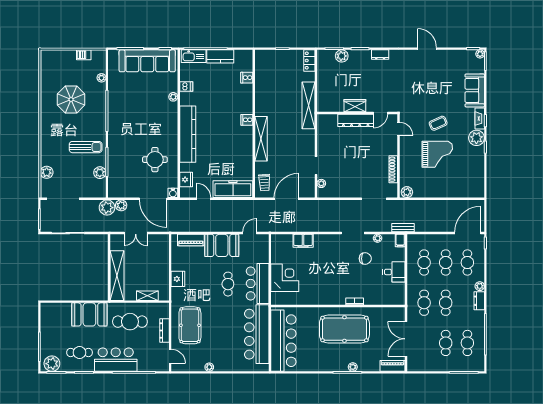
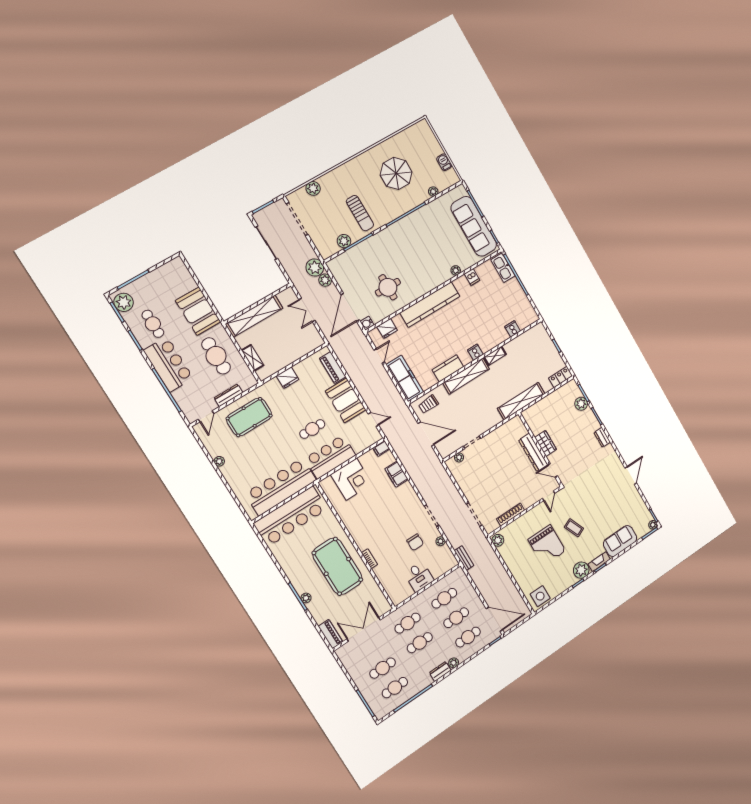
kitchen counter: (220, 56) -> (448, 368), moved, turned 90
shelving: (259, 105) -> (495, 356), added
side table: (475, 185) -> (540, 596), added
filing cabinet: (400, 240) -> (381, 448), moved

